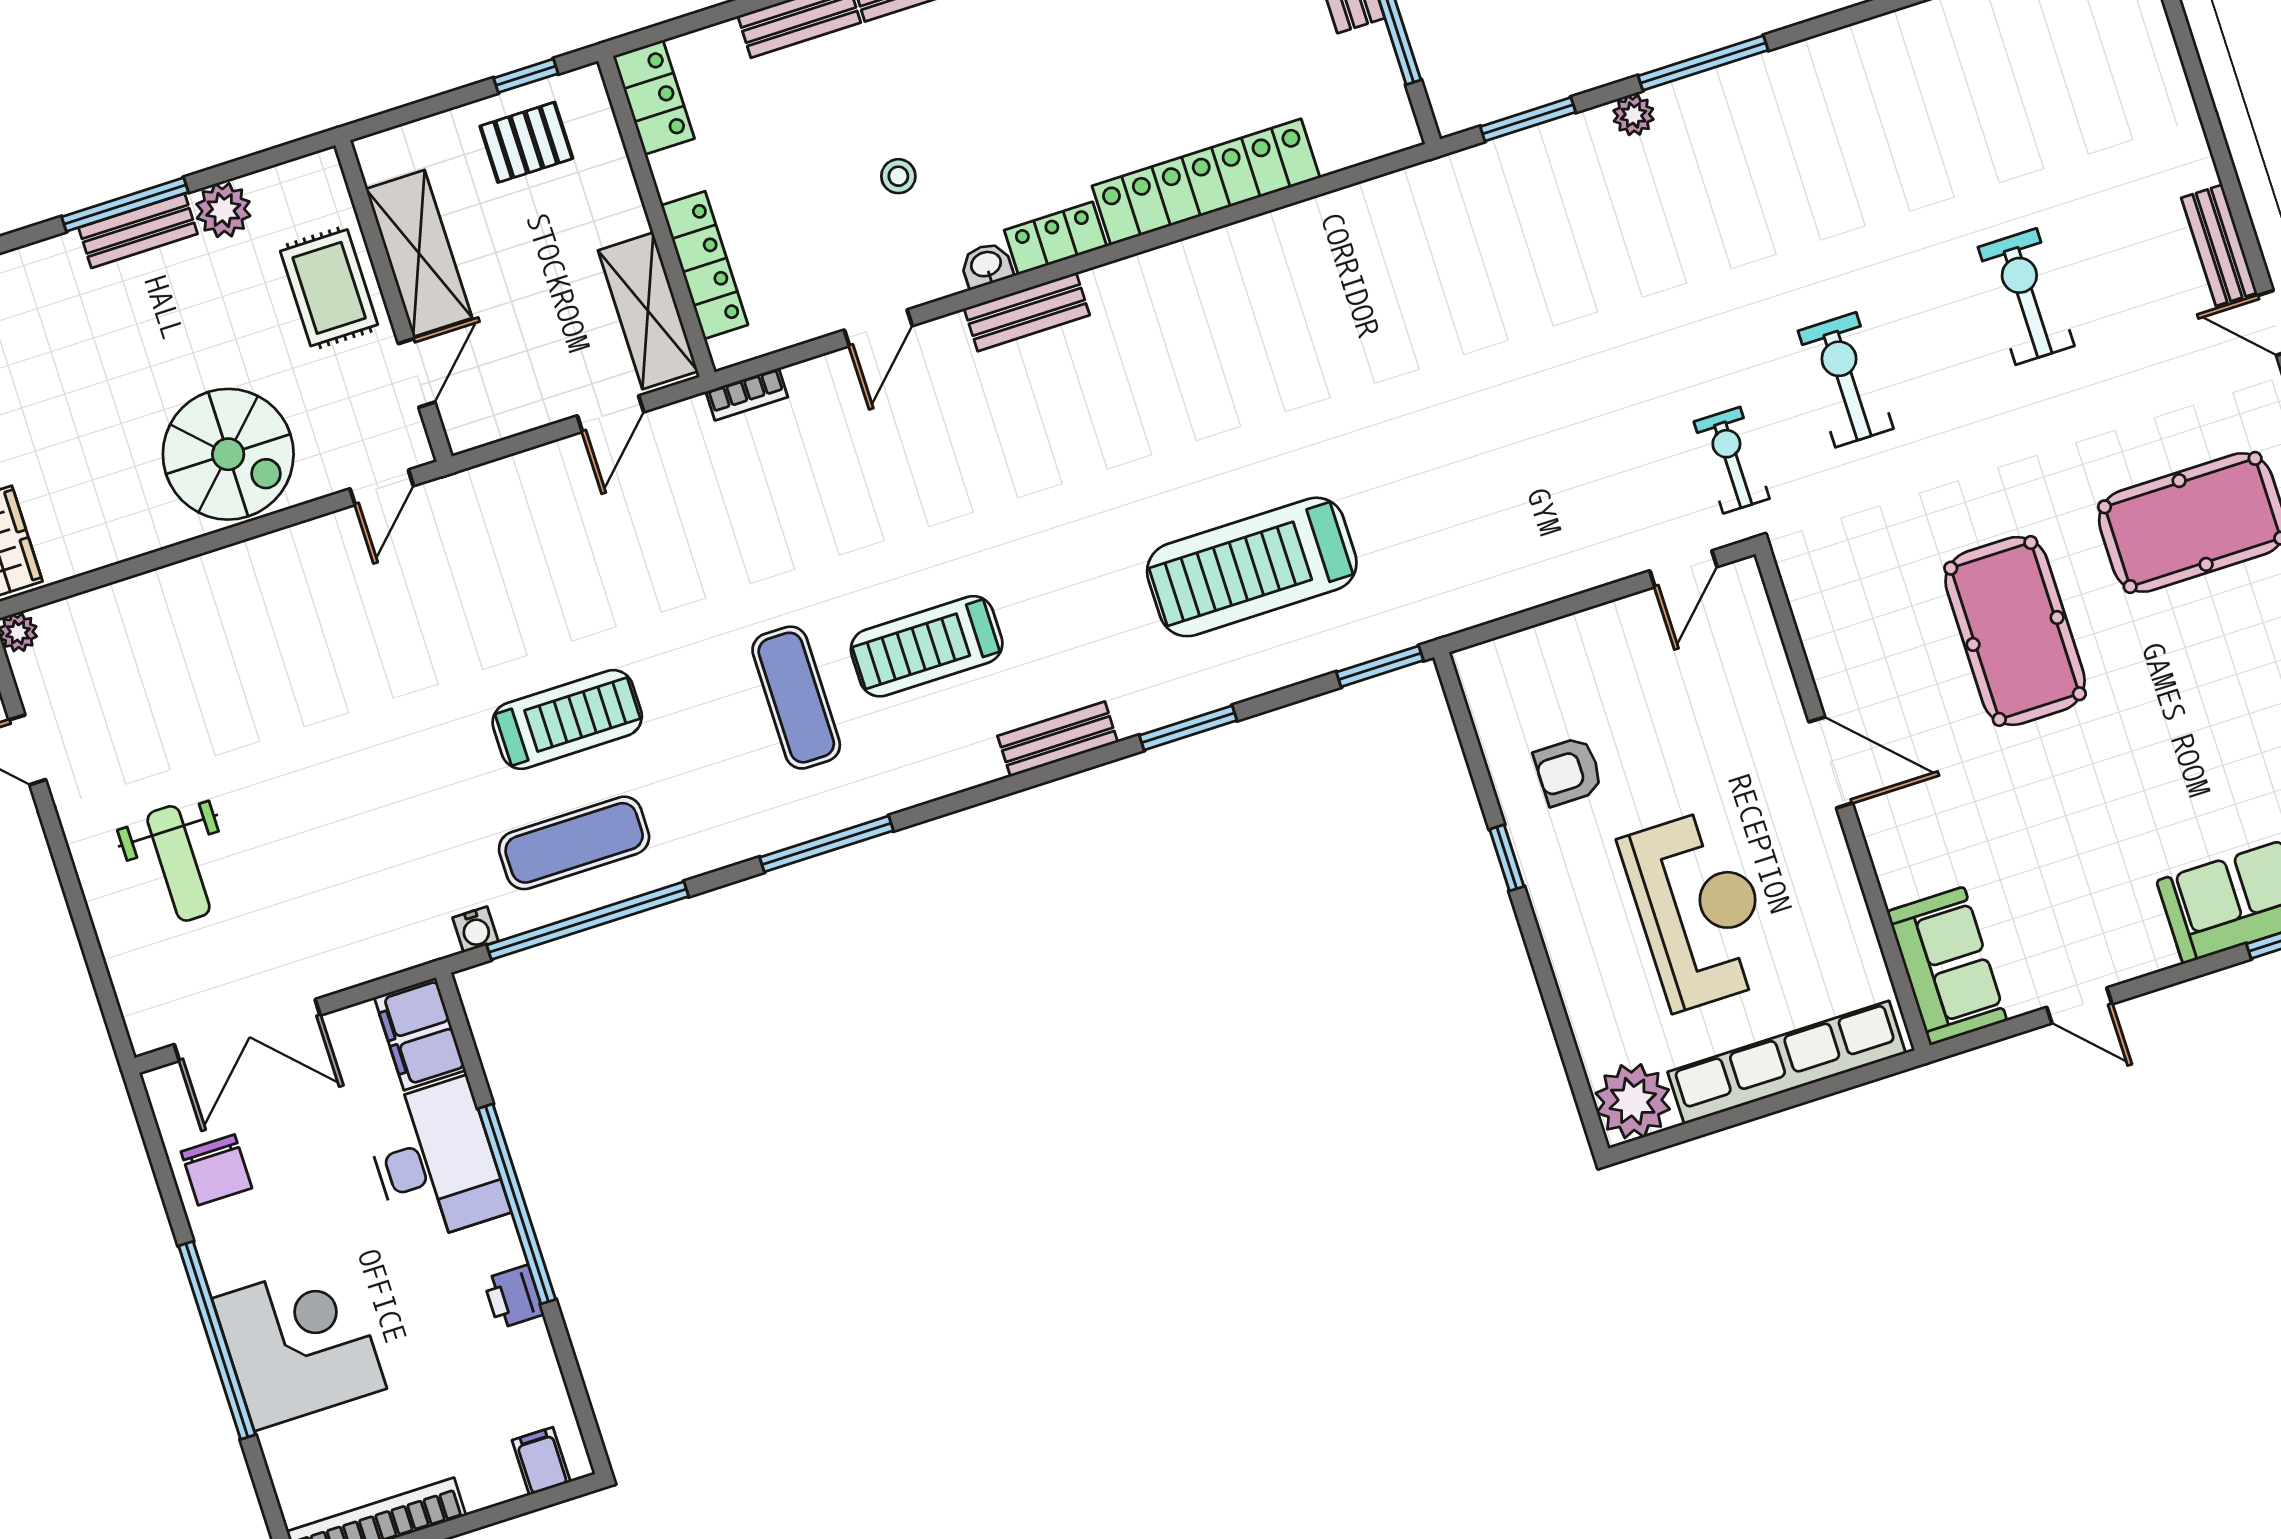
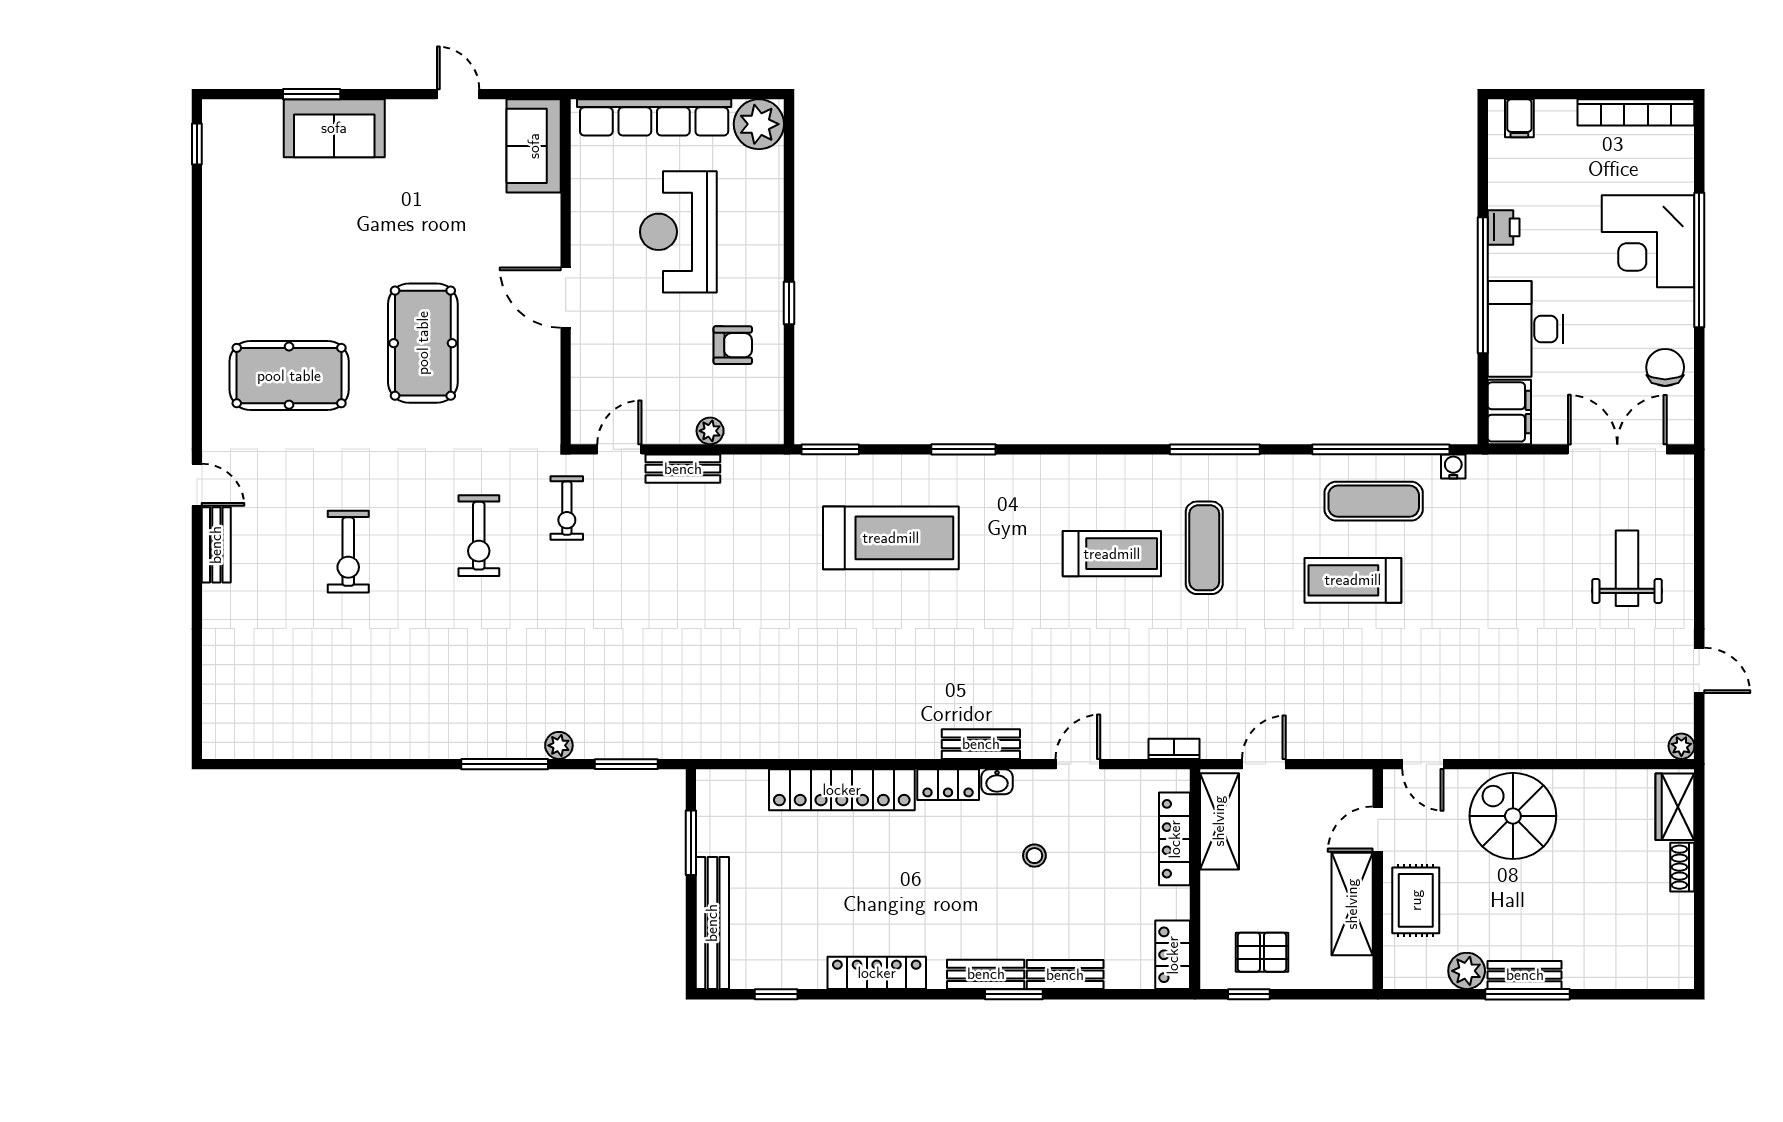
door: (382, 487) -> (1423, 764), swing flipped
plant: (1561, 637) -> (710, 431), added
bench: (1058, 739) -> (683, 469), moved

